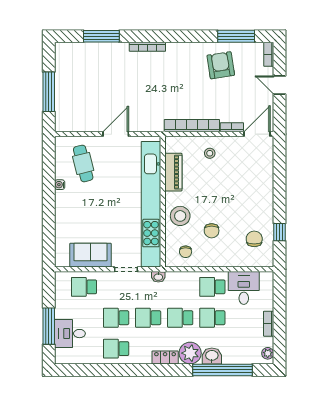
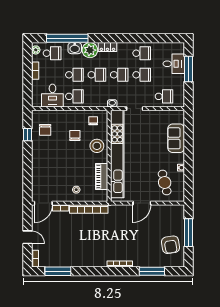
armchair: (221, 65) -> (170, 245), moved
sofa: (91, 255) -> (176, 138), moved, turned 90
school desk: (244, 349) -> (52, 53), added

